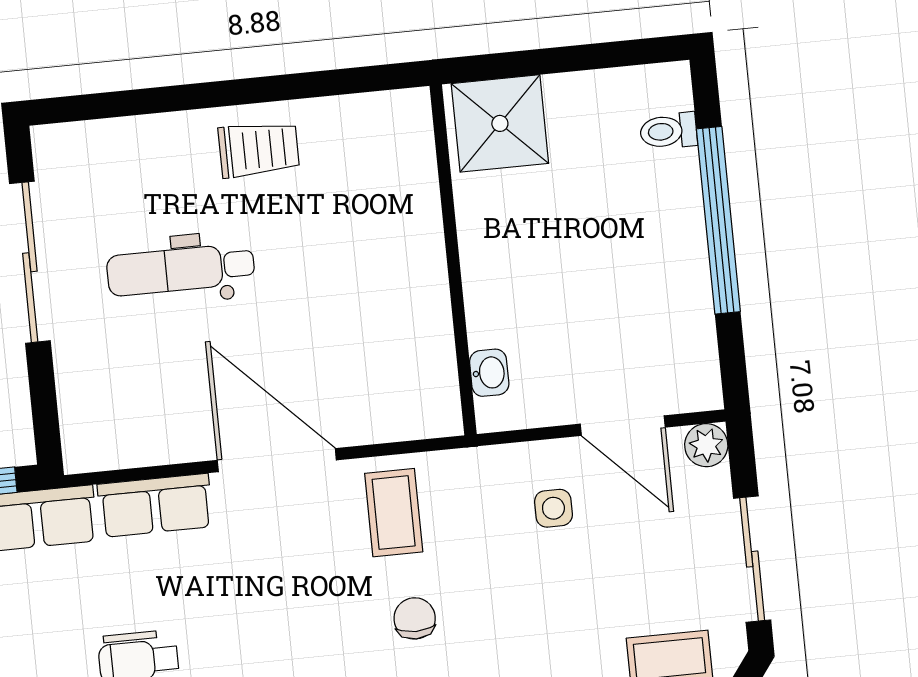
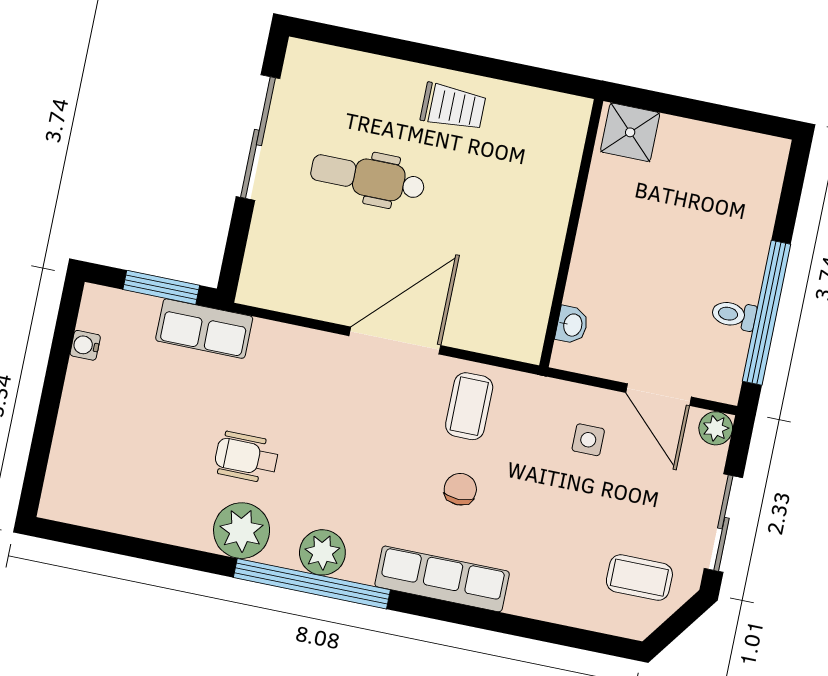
shower: (500, 123) -> (630, 132), width x0.73, depth x0.73
toilet: (668, 131) -> (734, 315), moved
window: (718, 220) -> (767, 313), moved
door: (277, 460) -> (395, 341), hinge flipped
row of seats: (155, 505) -> (295, 346), removed

